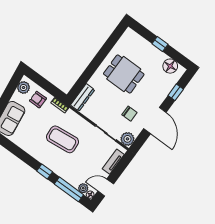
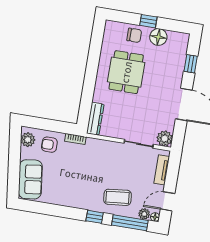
floor lamp: (170, 66) -> (158, 37), moved
dining table: (124, 74) -> (126, 72), turned 90
chair: (129, 114) -> (134, 35), moved
coffee table: (62, 139) -> (118, 197), moved, width x0.73, depth x0.76

